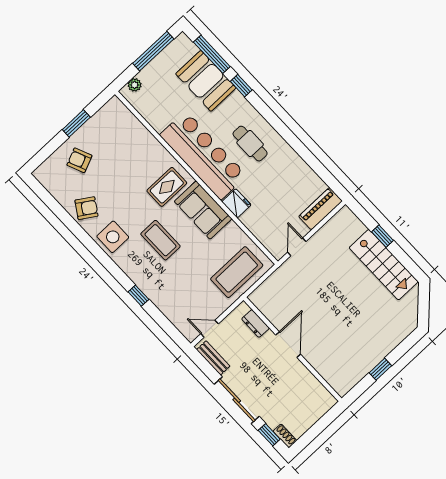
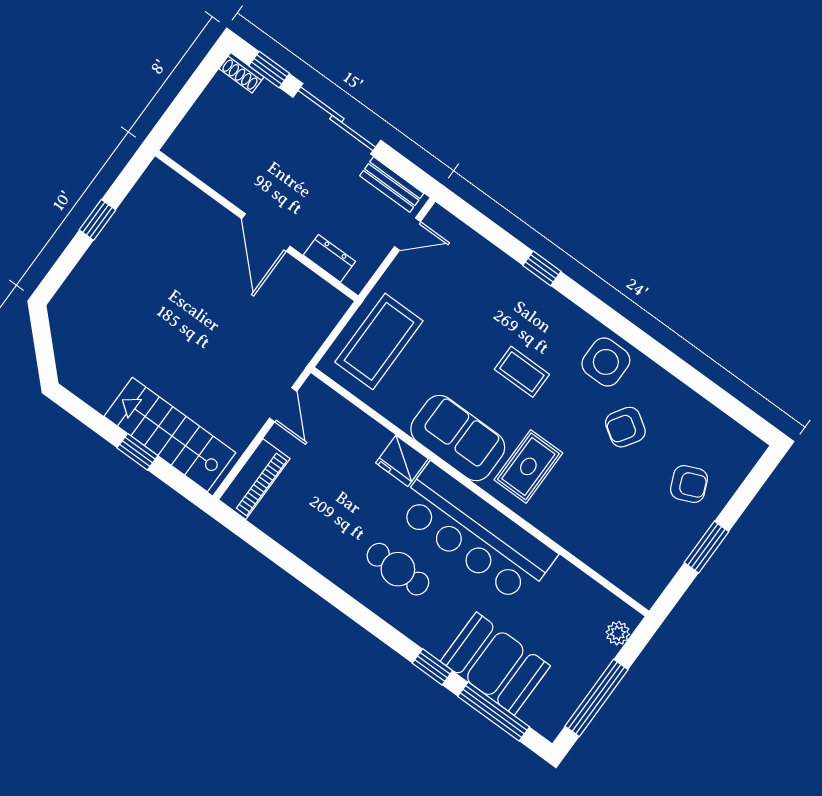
armchair: (86, 208) -> (625, 427), moved
coffee table: (160, 240) -> (522, 372), width x0.73, depth x0.77
stairs: (384, 265) -> (170, 435), moved

